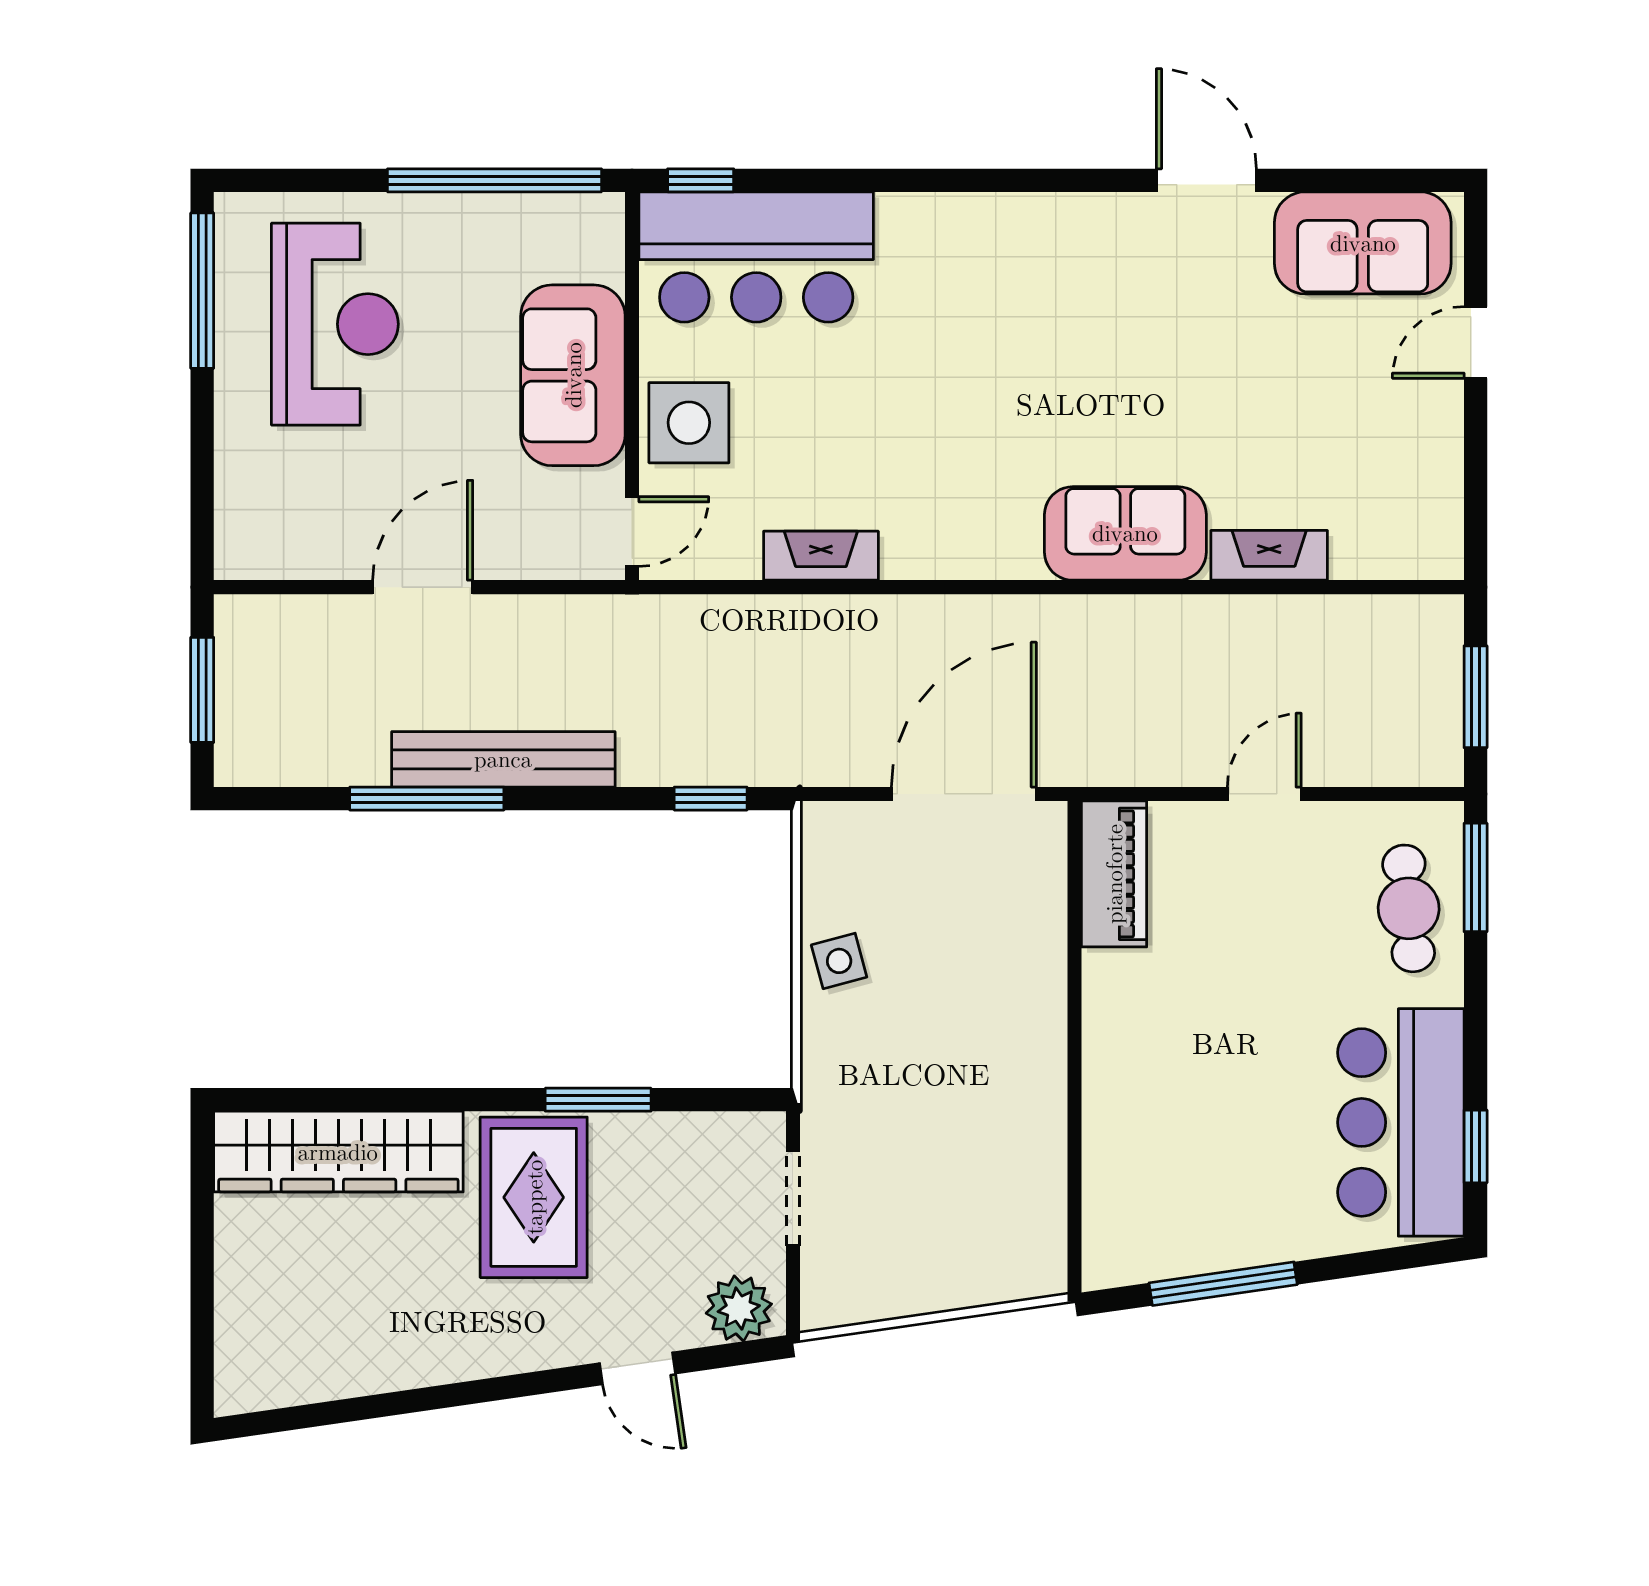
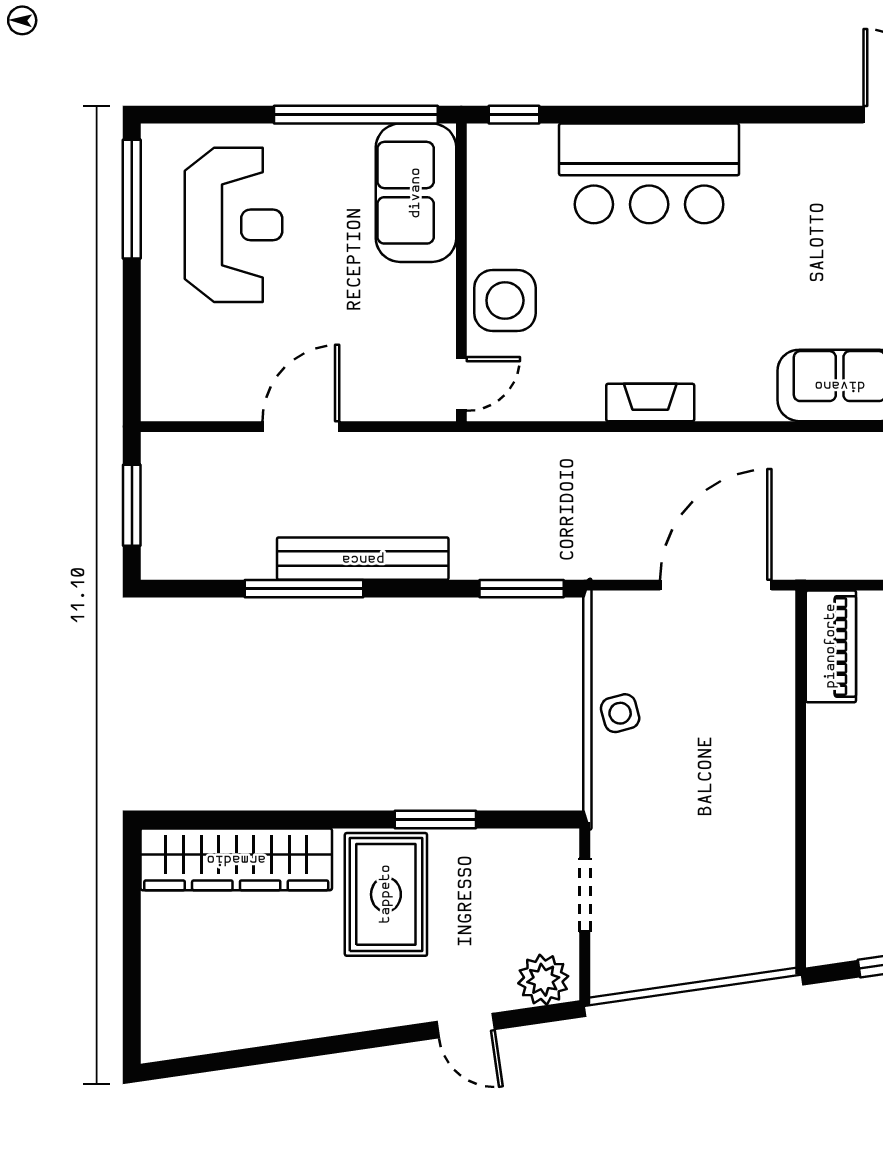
bar counter: (756, 257) -> (649, 173), moved
sofa: (573, 375) -> (416, 193), moved
fireplace: (821, 556) -> (650, 402), moved
window: (711, 799) -> (522, 589), width x1.50

